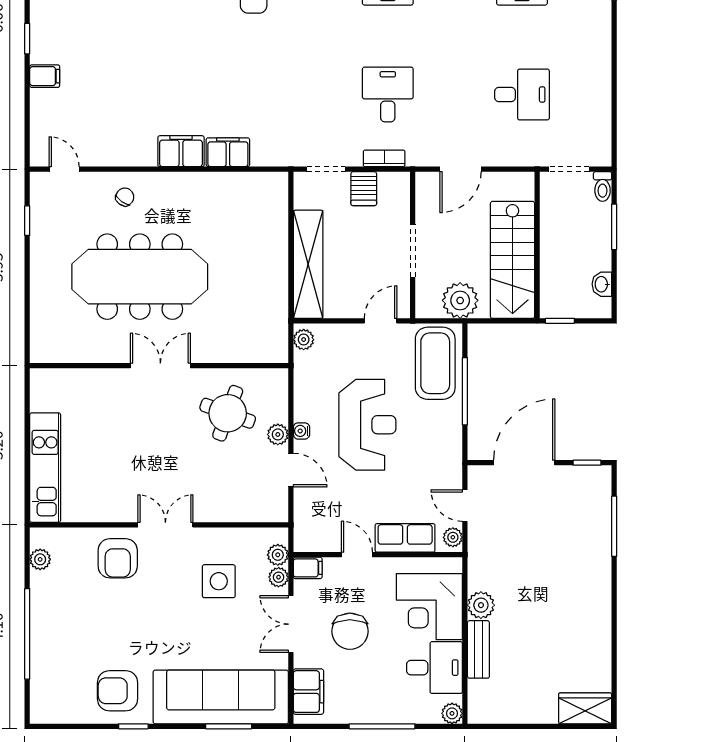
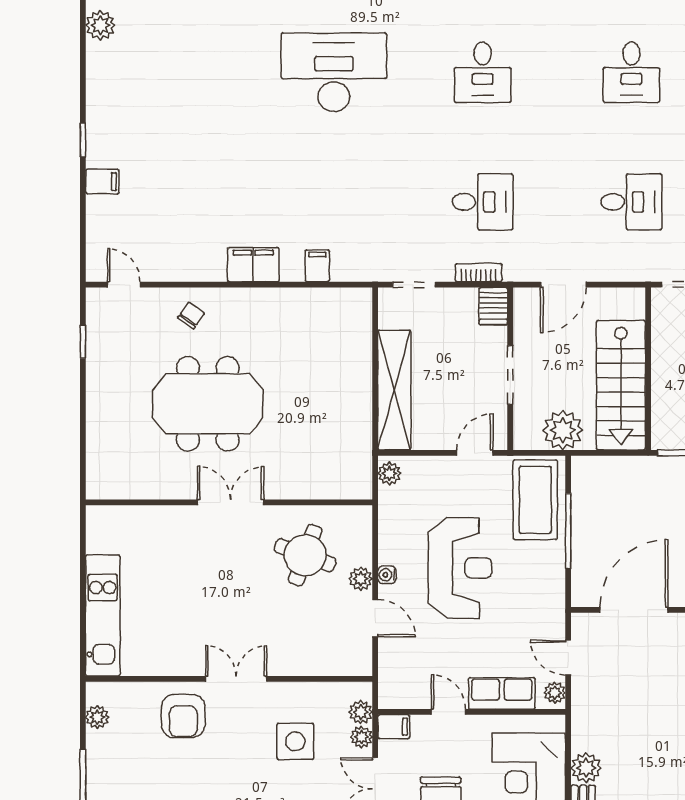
desk: (388, 94) -> (483, 202), turned 90
filing cabinet: (228, 152) -> (317, 266), width x0.50
server rack: (364, 189) -> (493, 306), moved
meeting table: (140, 277) -> (208, 404), width x0.73

